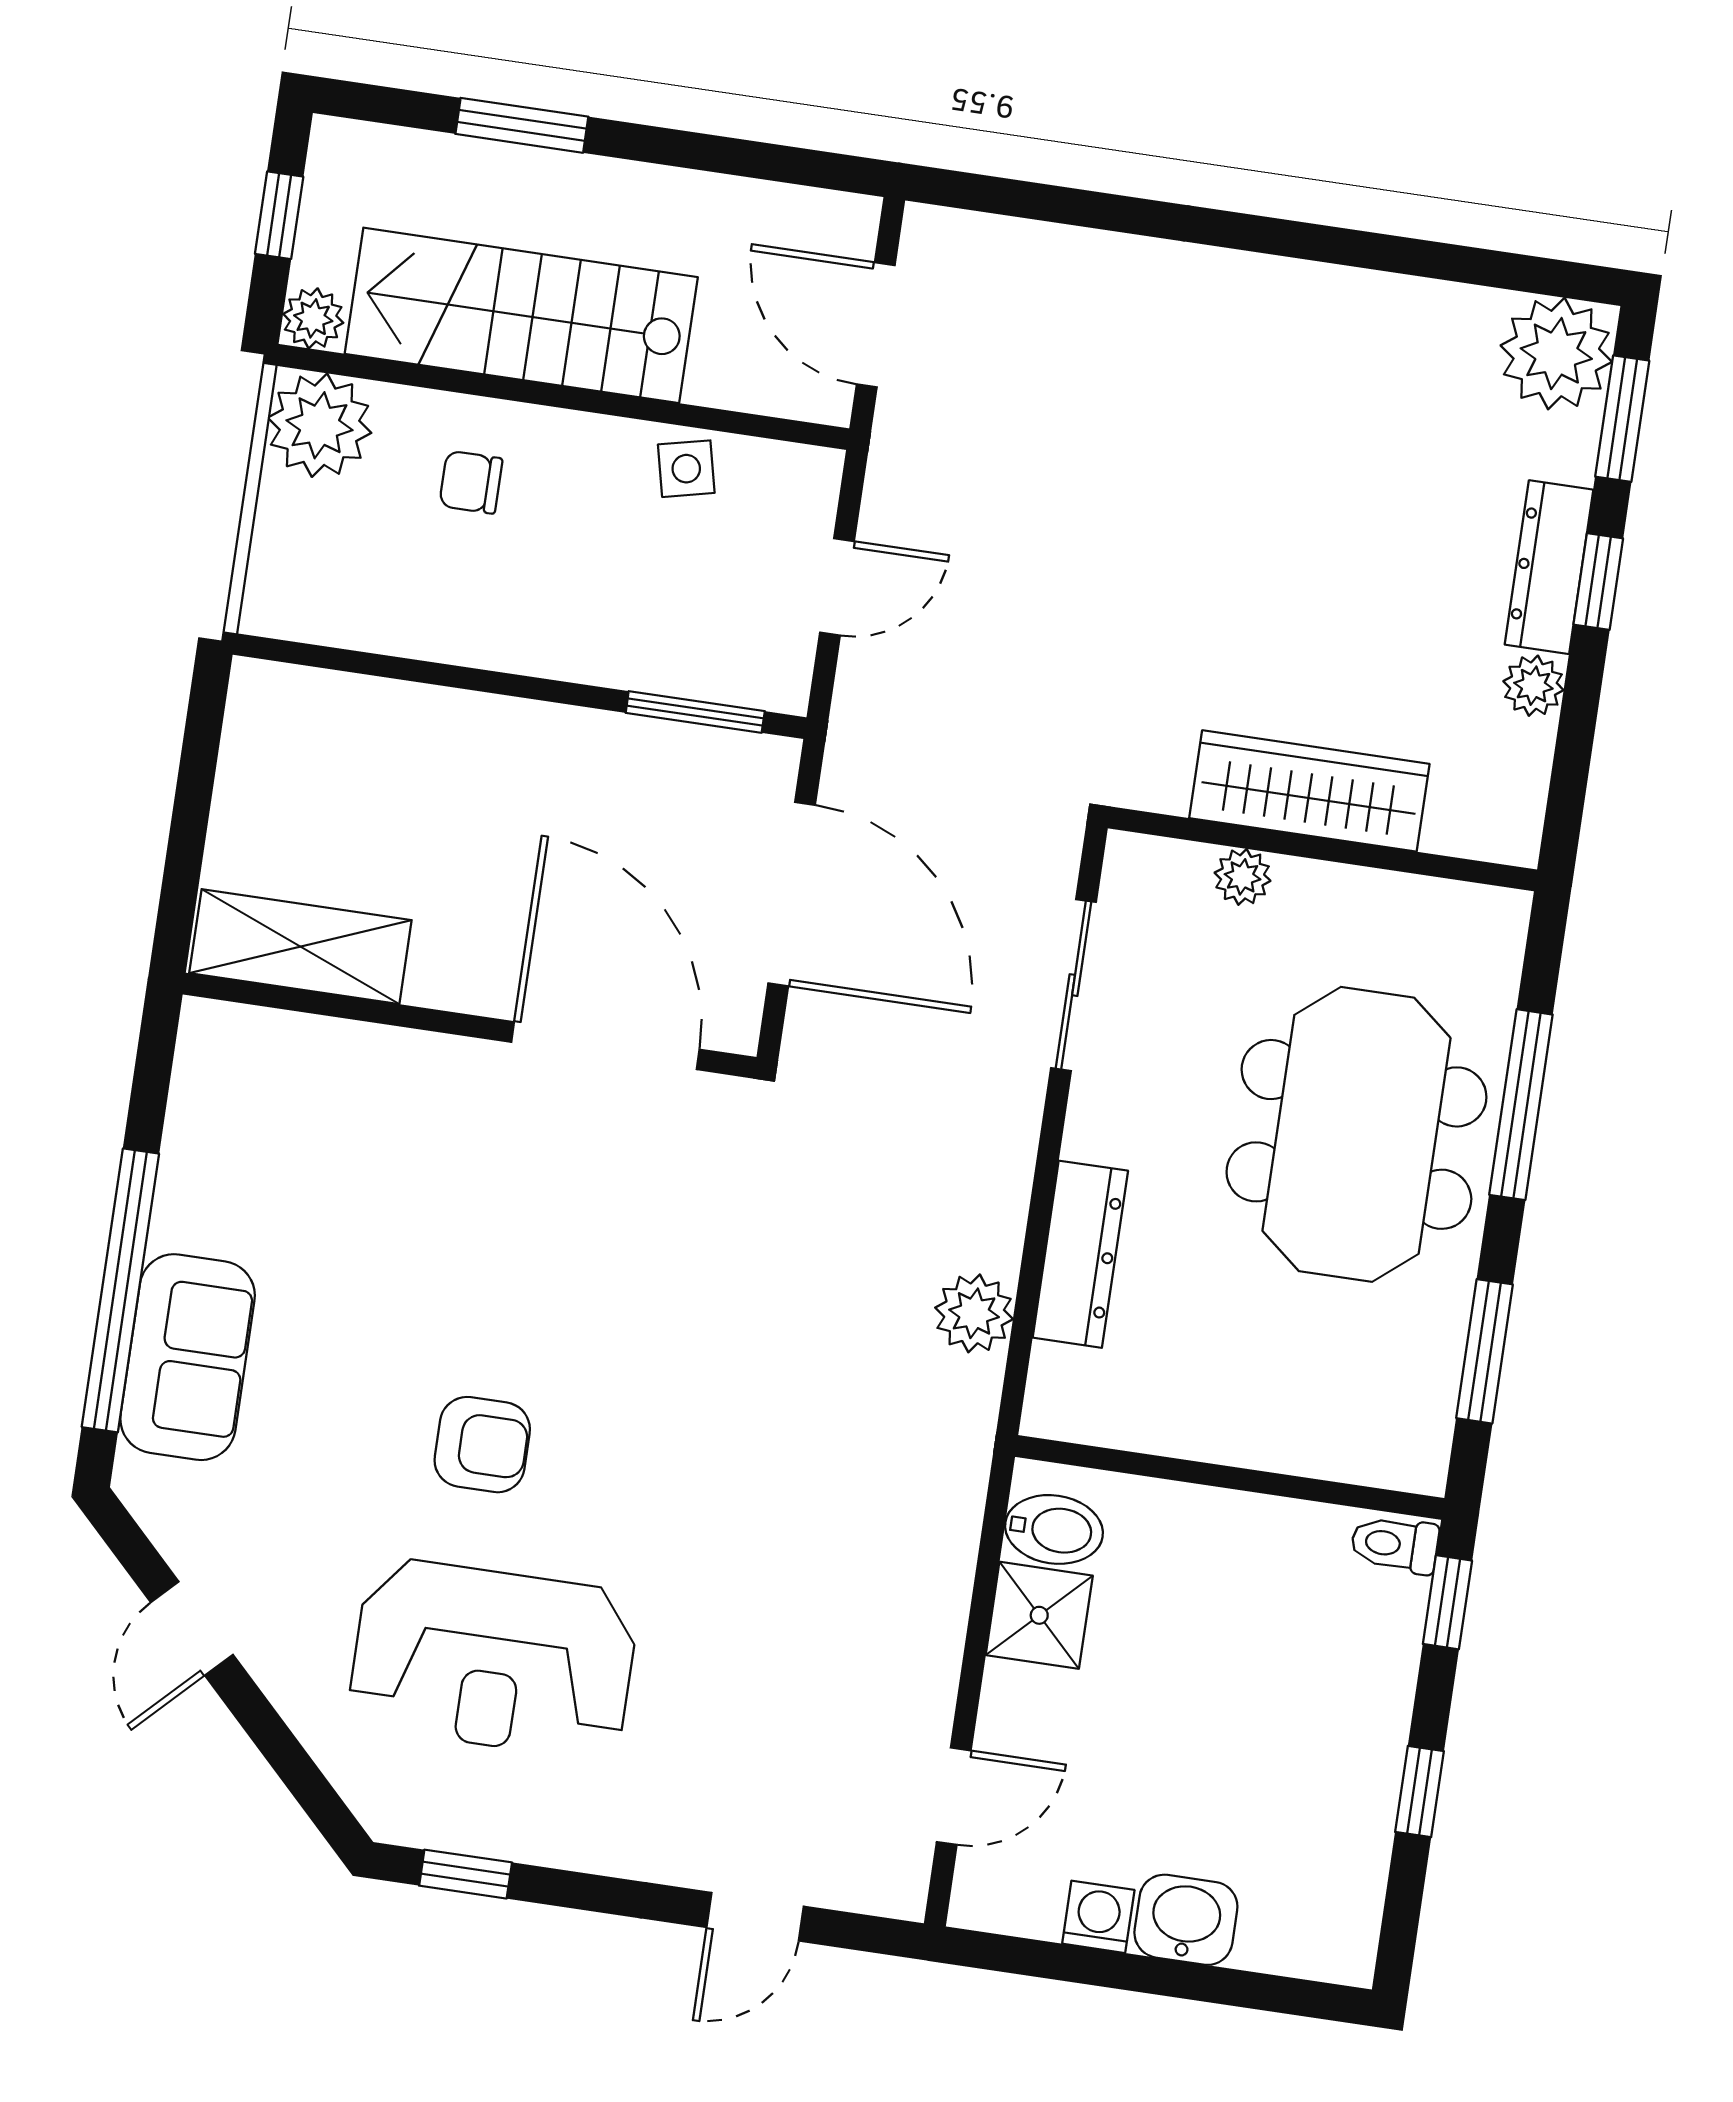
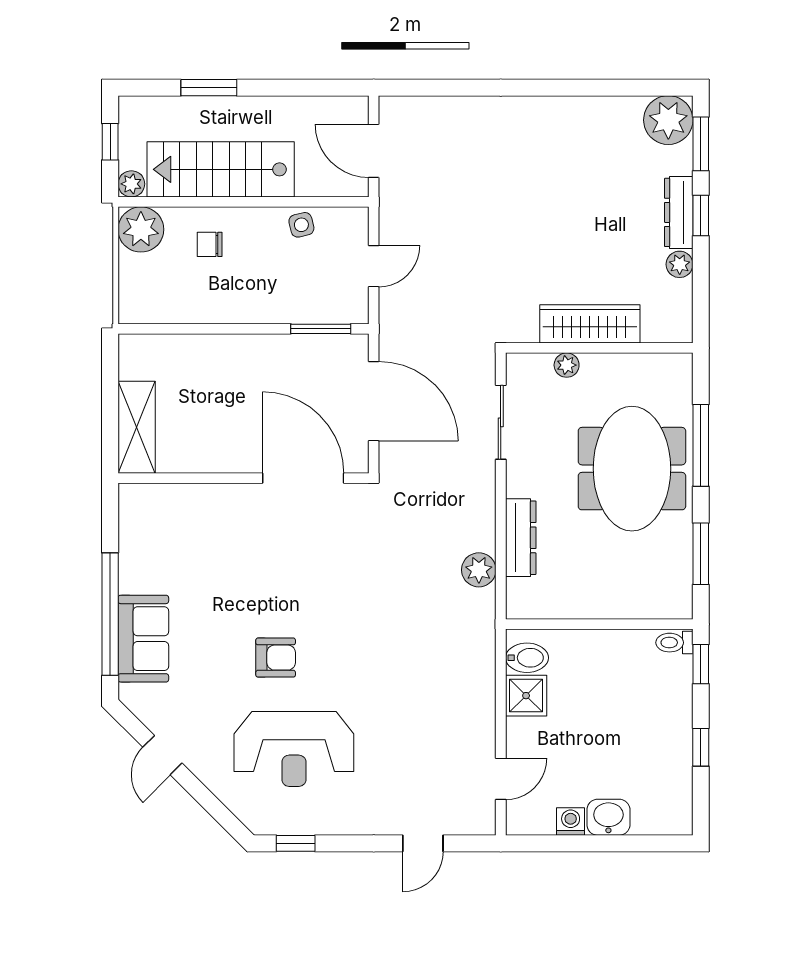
shelving: (300, 947) -> (137, 427), moved, turned 90

